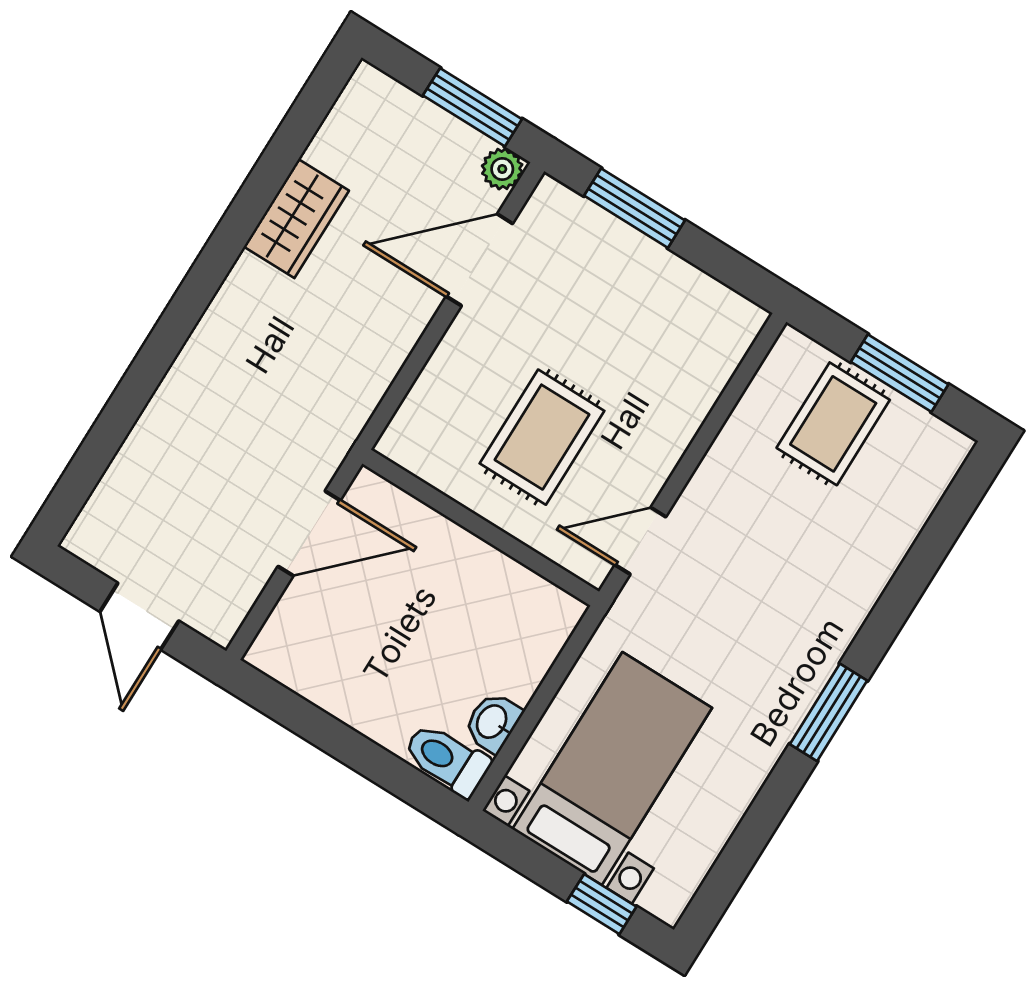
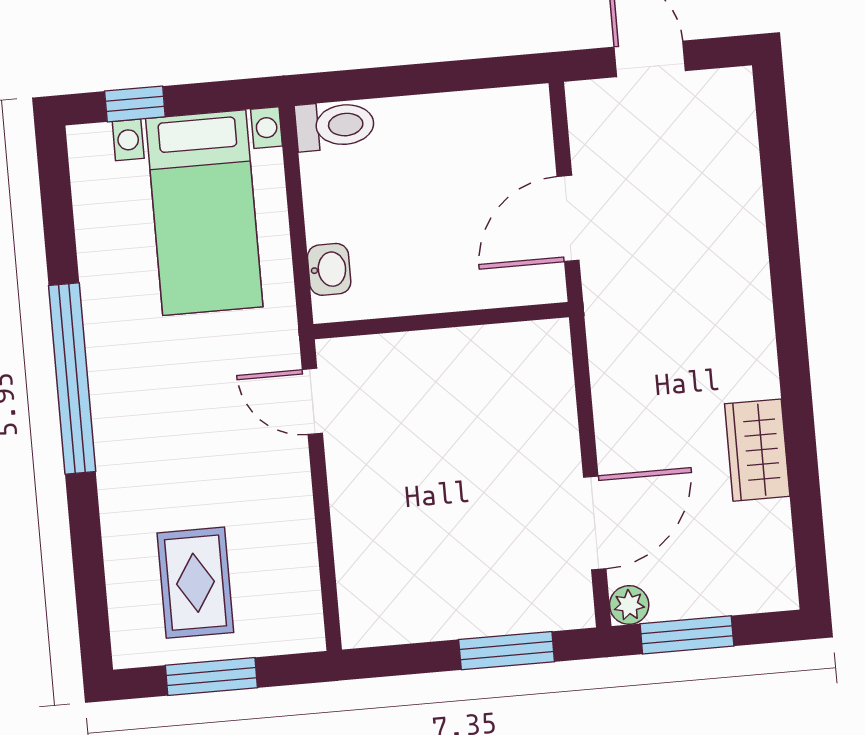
rug: (833, 424) -> (195, 583), moved
rug: (542, 437) -> (446, 424), removed
door: (640, 541) -> (312, 401), swing flipped
window: (828, 712) -> (72, 379), width x2.11
washbasin: (493, 722) -> (329, 269), moved

